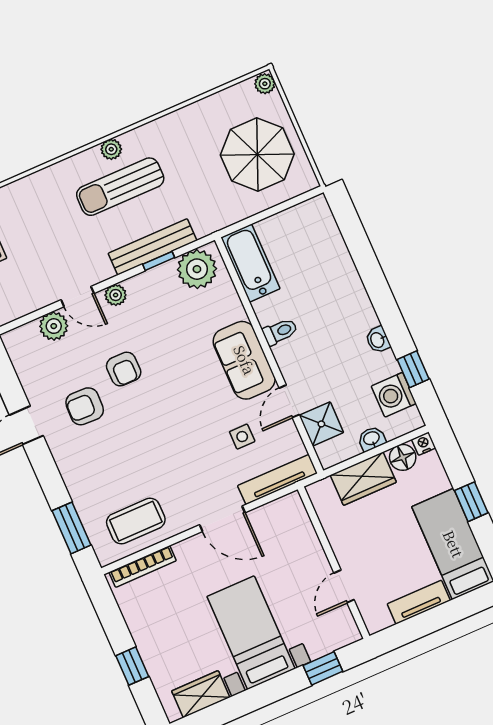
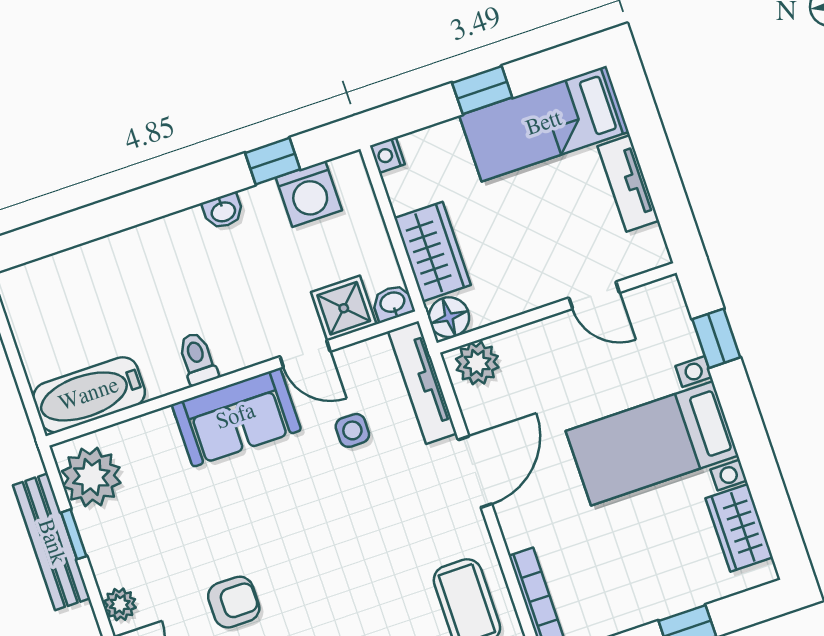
washbasin: (372, 439) -> (393, 303), moved, turned 90
floor lamp: (403, 457) -> (449, 317), moved
plant: (293, 514) -> (477, 363), added

